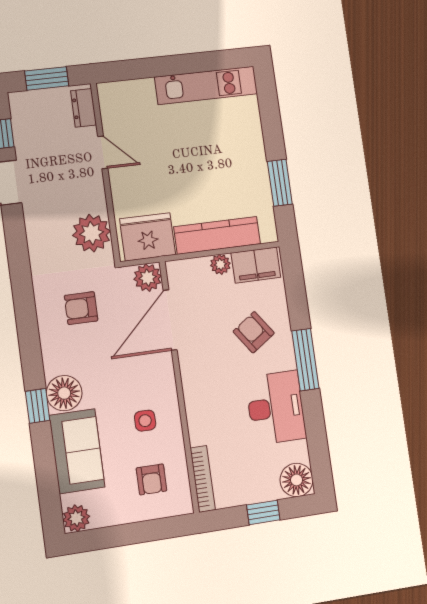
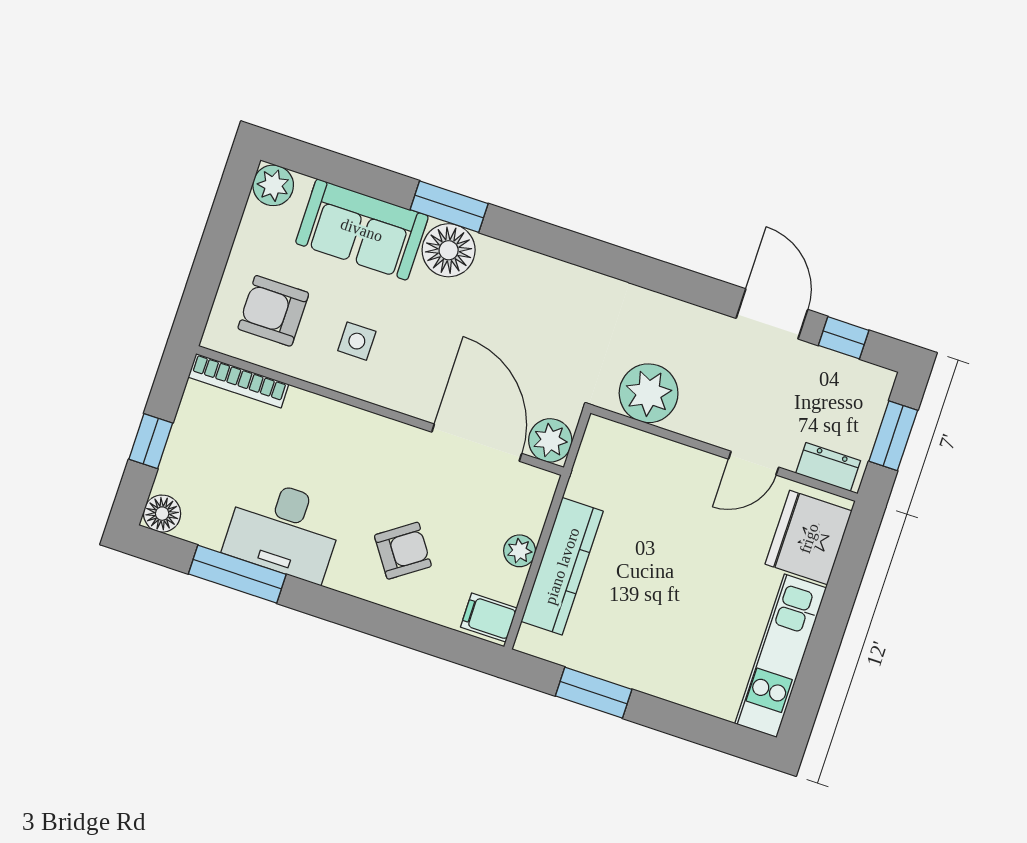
fridge: (148, 237) -> (809, 538), moved, turned 180
filing cabinet: (256, 265) -> (489, 618), width x0.50
armchair: (81, 308) -> (553, 329), removed
window: (305, 360) -> (237, 574), moved
window: (38, 406) -> (449, 207), width x1.50
armchair: (151, 479) -> (273, 311), width x1.38, depth x1.38
floor lamp: (297, 480) -> (162, 514), width x0.73, depth x0.73

